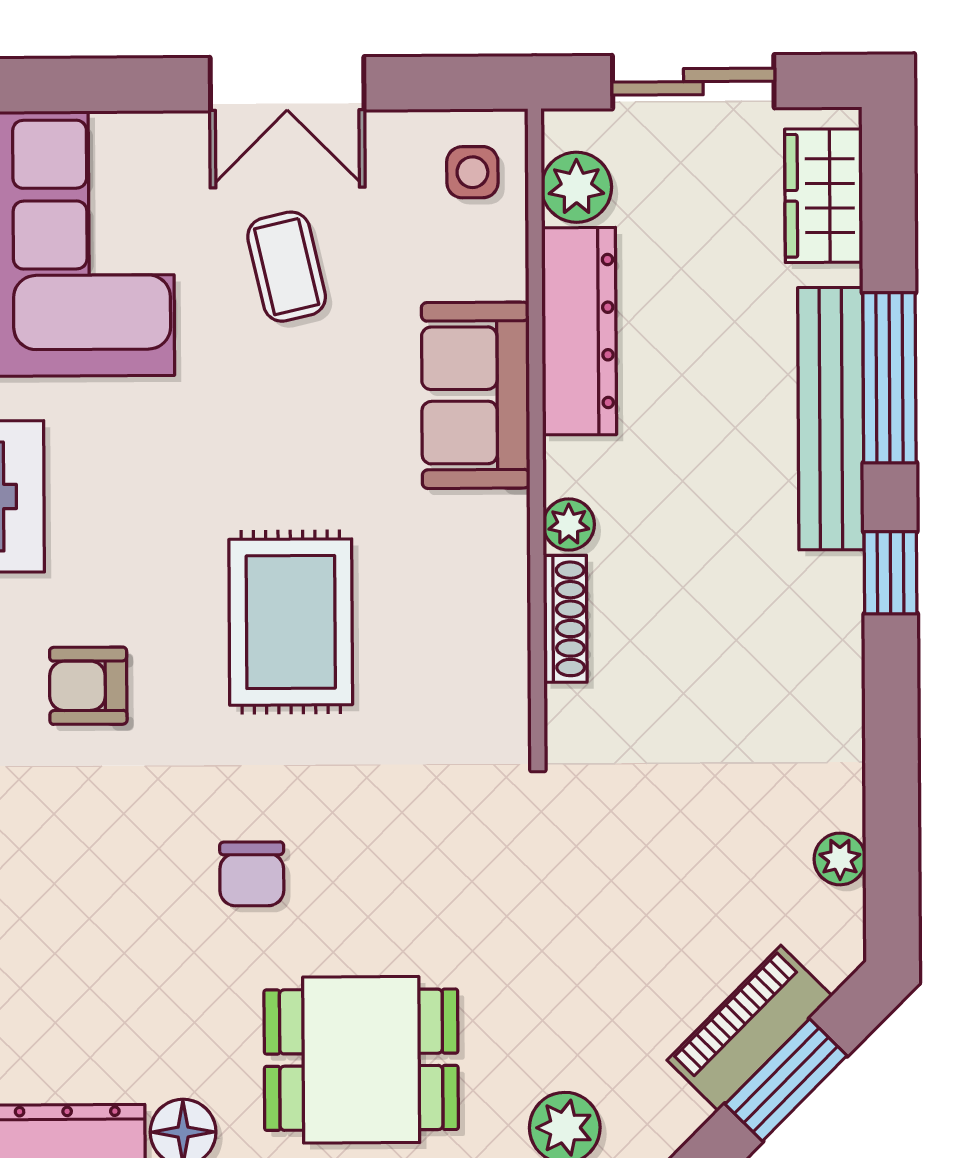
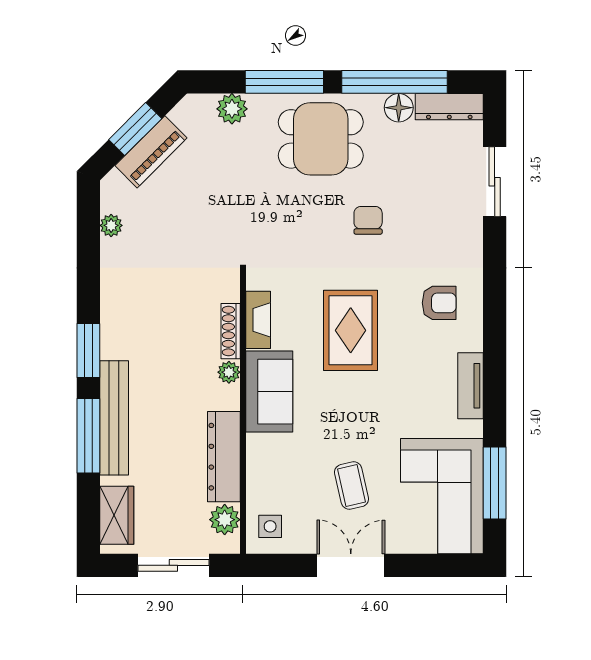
sofa: (476, 395) -> (269, 392), moved
window: (890, 573) -> (88, 350), width x1.50
fireplace: (503, 645) -> (258, 320), added

